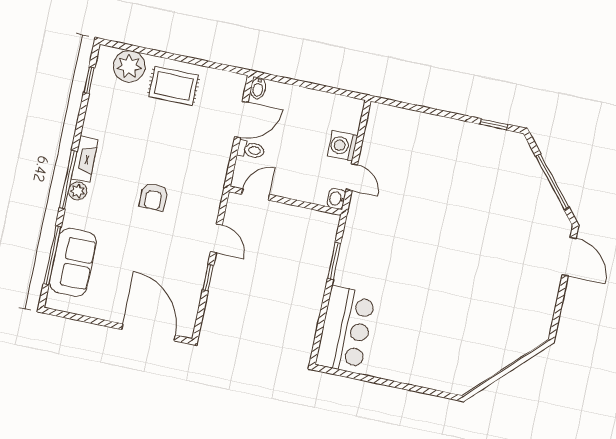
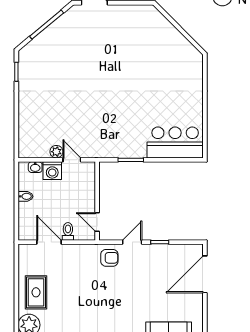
bidet: (258, 88) -> (26, 196), moved
plant: (368, 157) -> (56, 152), added
door: (352, 177) -> (72, 160), hinge flipped
armchair: (154, 197) -> (109, 258), moved
washbasin: (336, 199) -> (35, 167), moved

